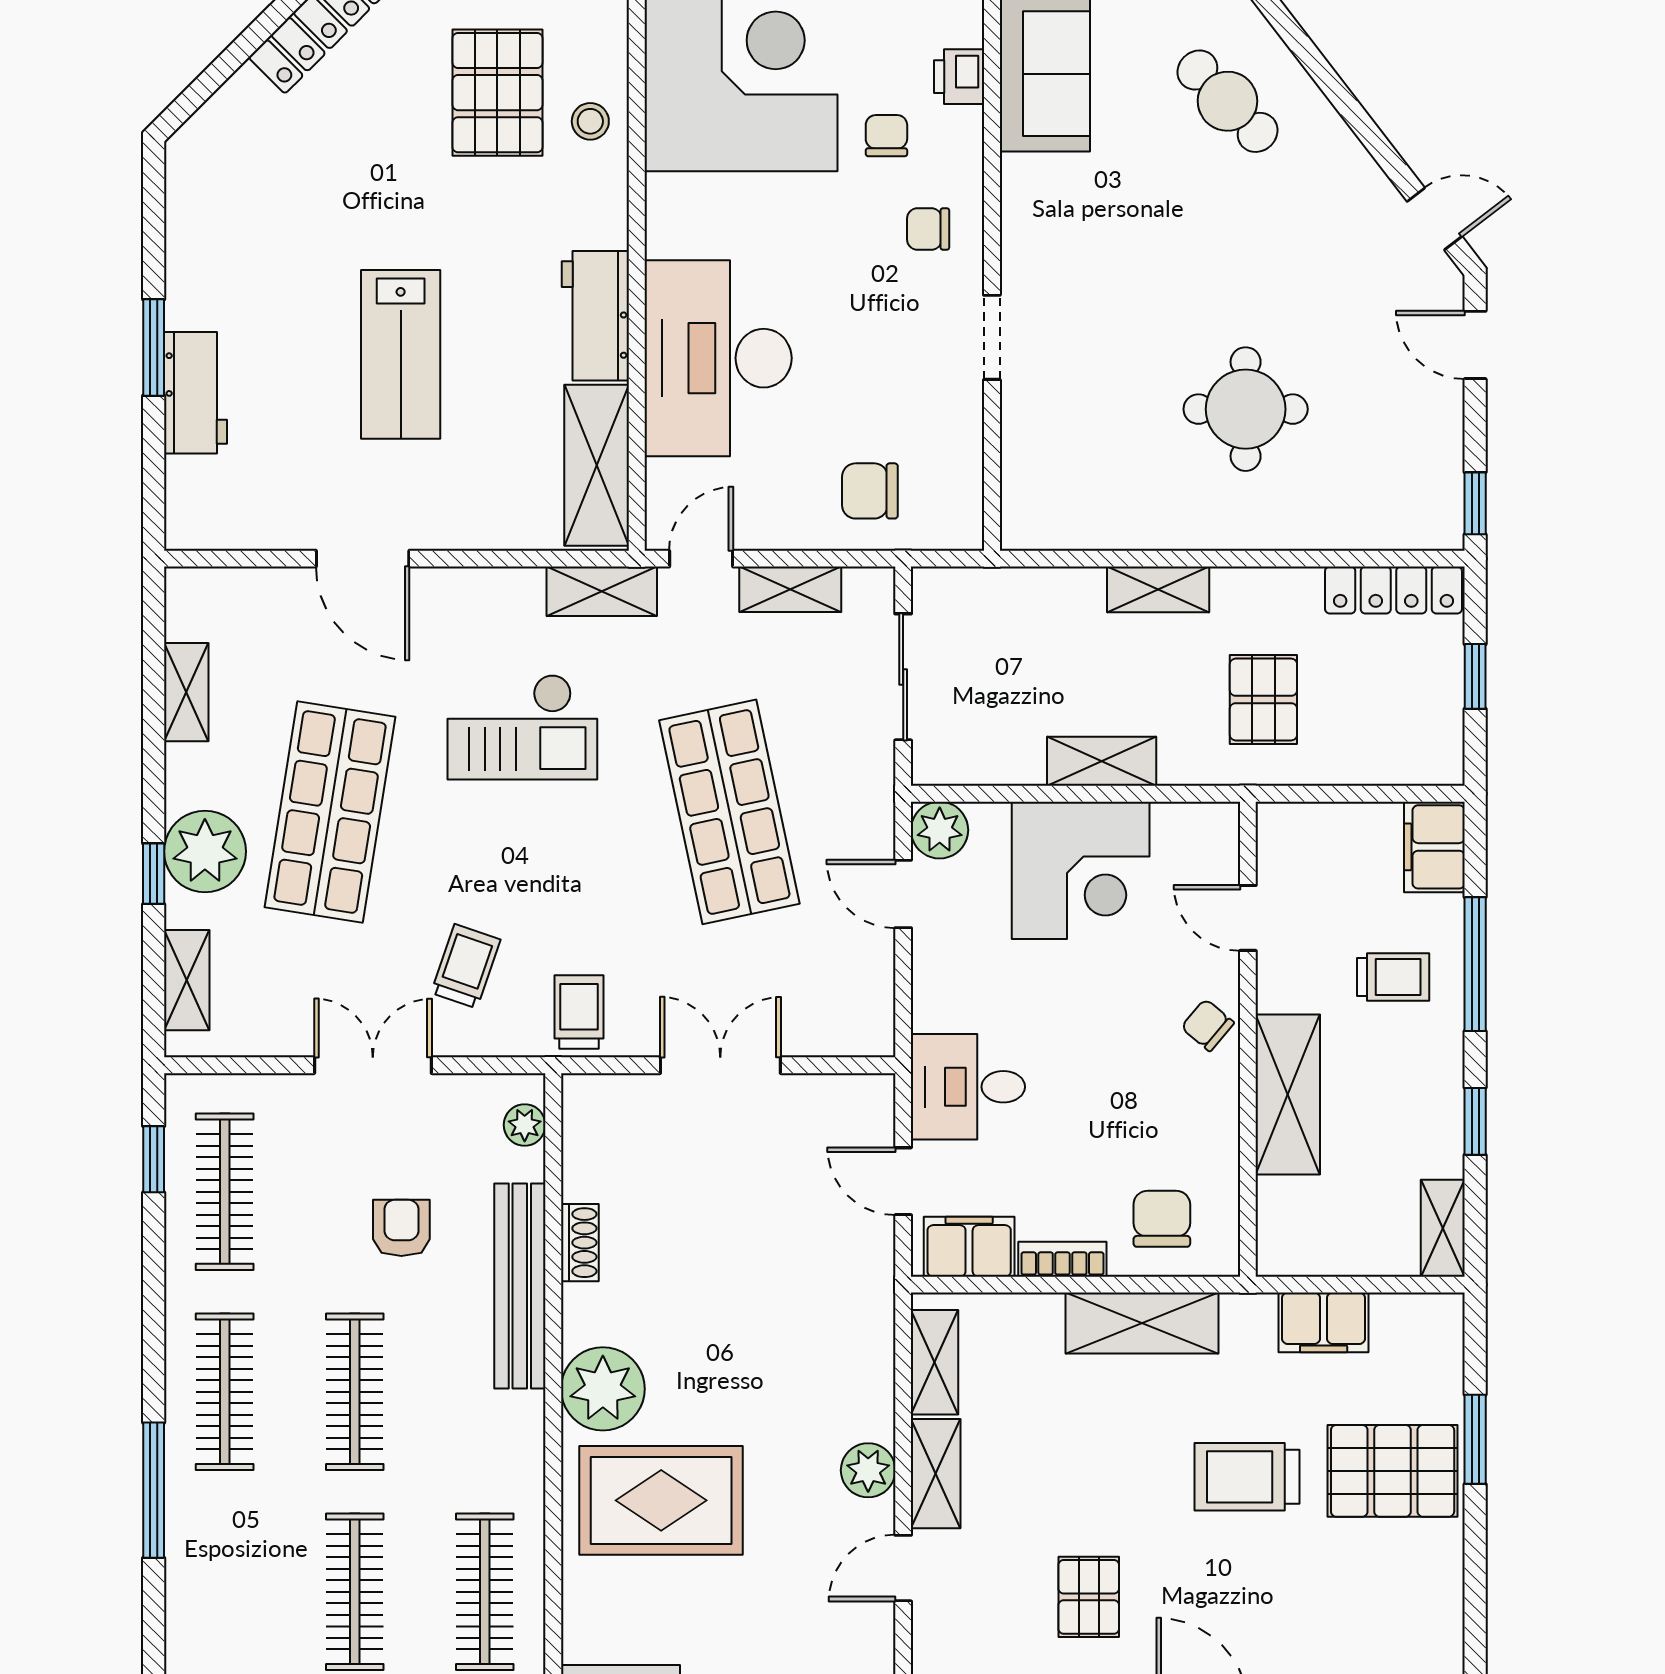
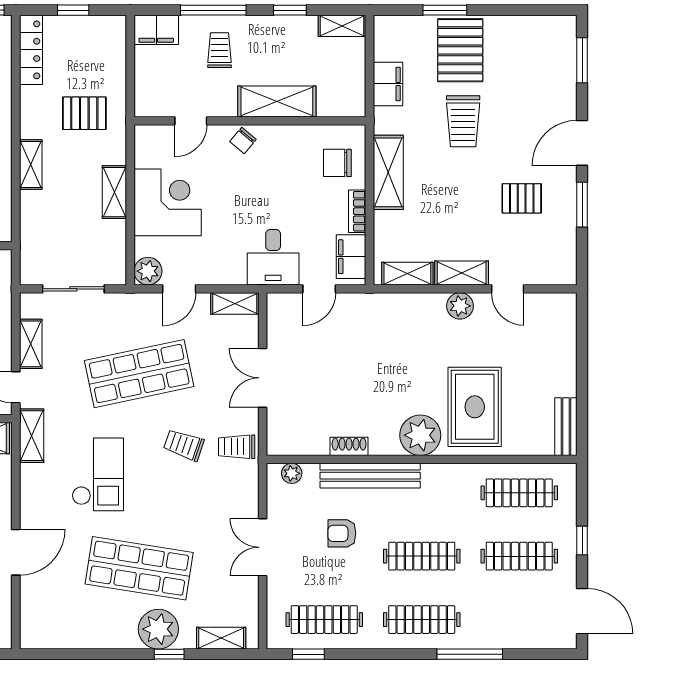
shelving: (186, 692) -> (235, 303), moved
trolley: (466, 966) -> (184, 445), moved

